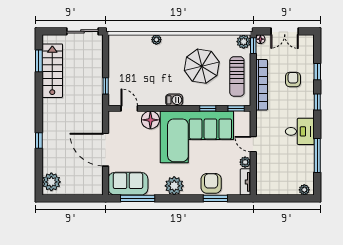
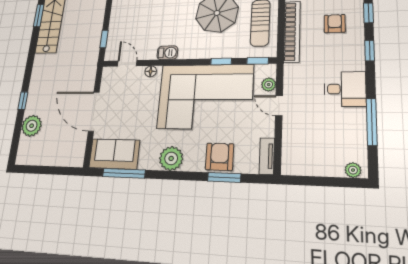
barbecue: (174, 100) -> (167, 53), moved
floor lamp: (150, 120) -> (151, 71), width x0.53, depth x0.53
plant: (245, 162) -> (269, 85), moved
plant: (51, 182) -> (32, 126), moved

